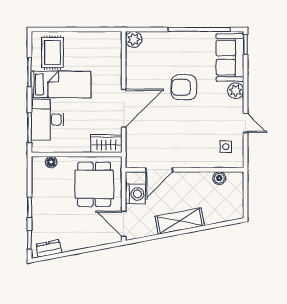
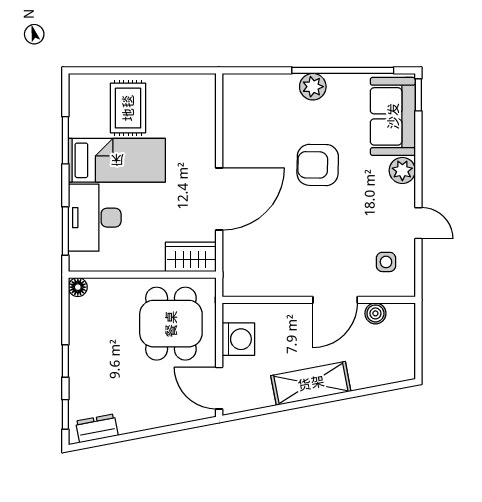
plant: (134, 39) -> (313, 87), moved
rug: (52, 52) -> (128, 108), moved
floor lamp: (51, 162) -> (78, 287), moved
door: (159, 170) -> (335, 300), moved

